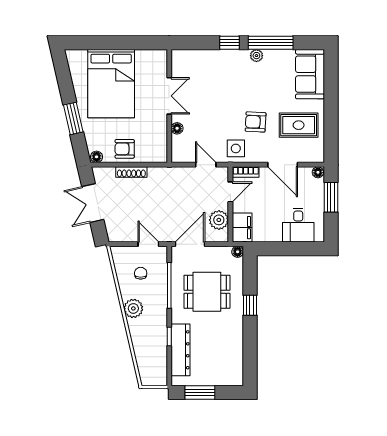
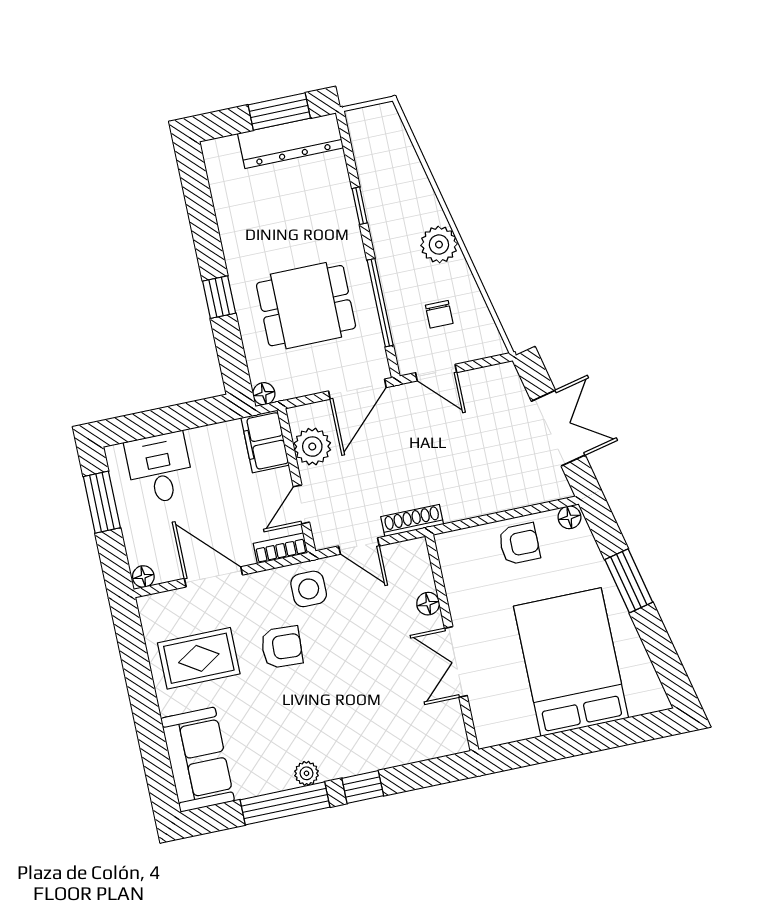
shoe rack: (131, 172) -> (412, 520), moved
window: (331, 197) -> (102, 502), moved
dresser: (180, 350) -> (291, 141), moved, turned -90

